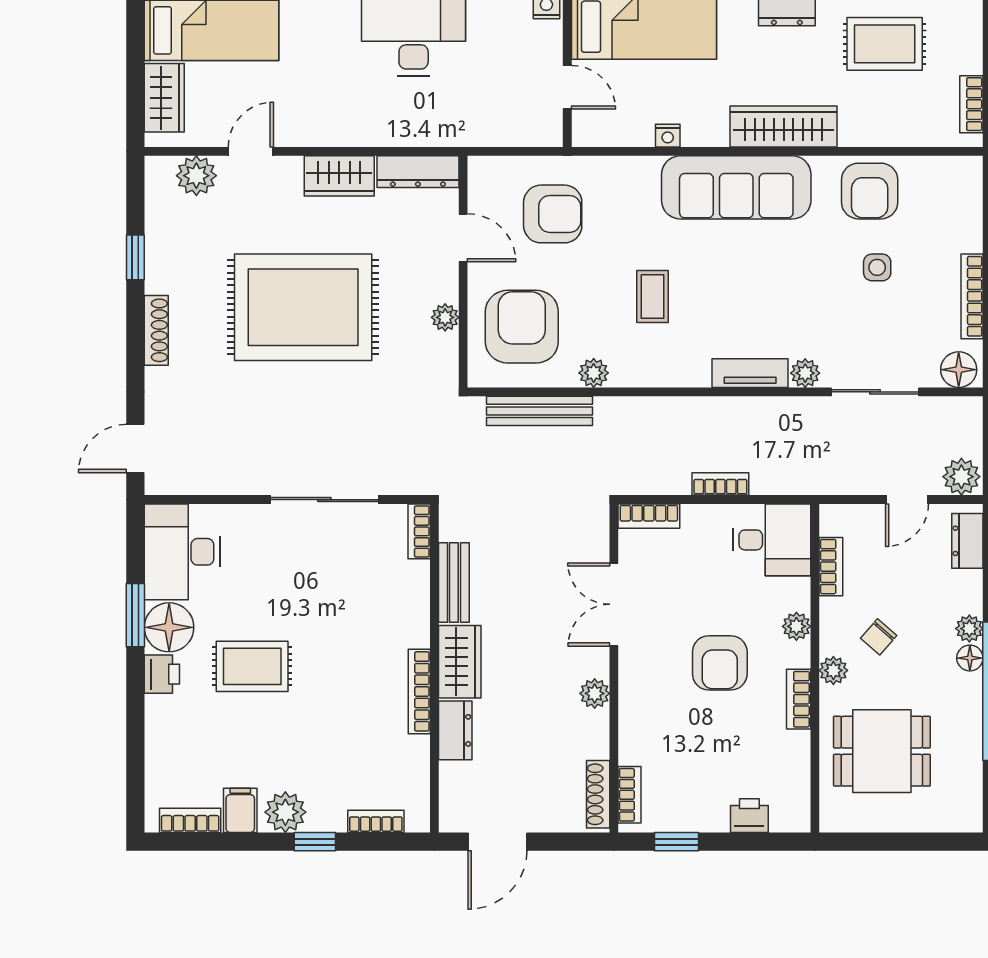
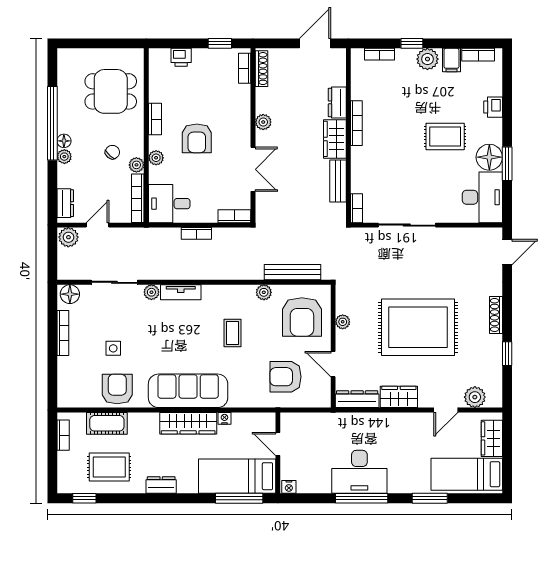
wardrobe: (784, 126) -> (188, 423), moved
cot: (889, 126) -> (107, 423), added
bookcase: (831, 567) -> (138, 198), width x1.56
armchair: (720, 663) -> (197, 138), turned 180
plant: (833, 670) -> (136, 165), moved
printer: (162, 674) -> (493, 107), moved

